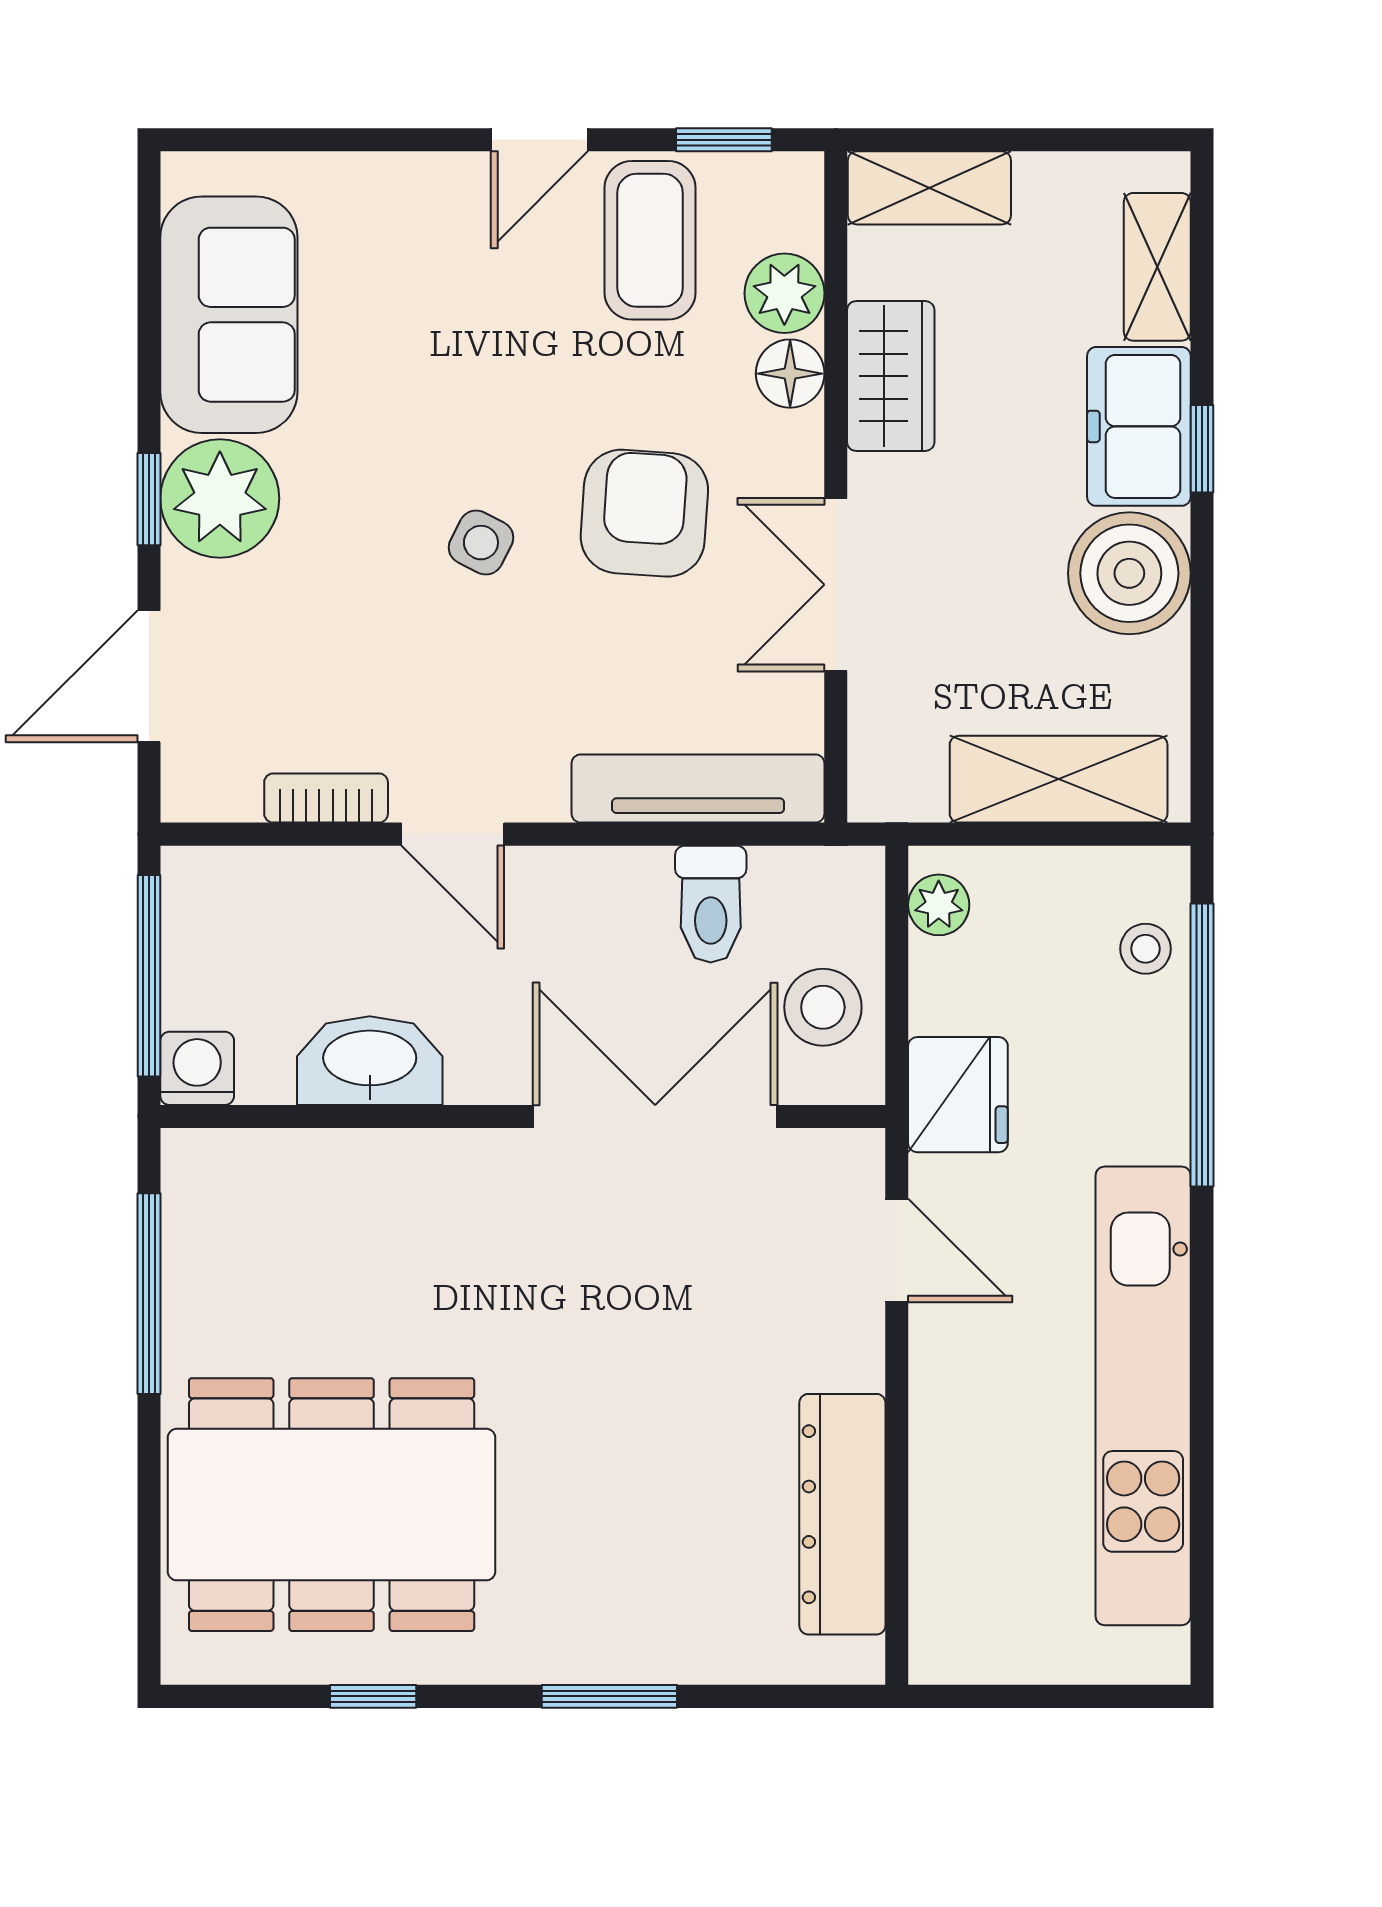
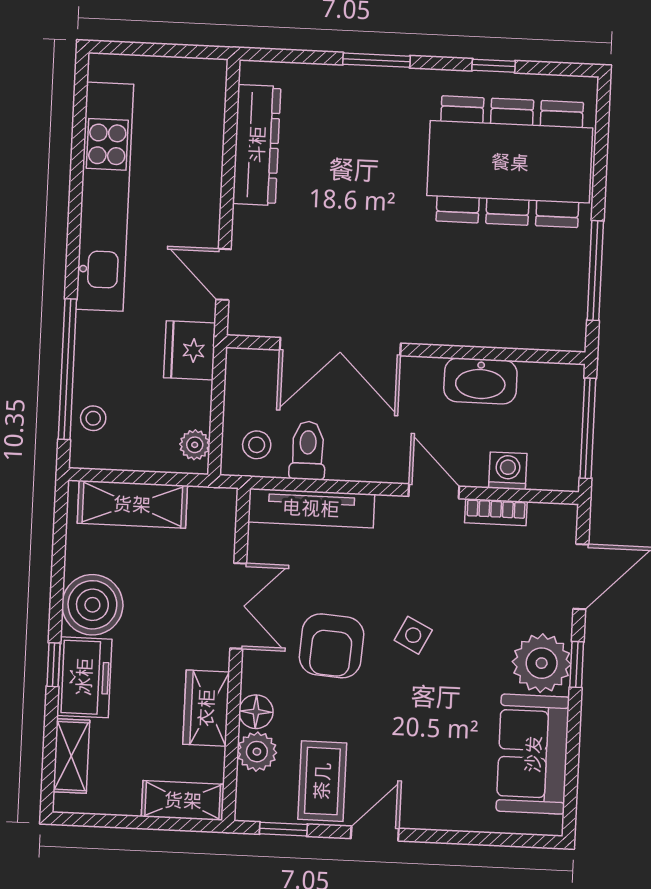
stool: (823, 1007) -> (257, 445), moved, width x0.73, depth x0.73
washing machine: (197, 1068) -> (508, 471), moved, turned 180

